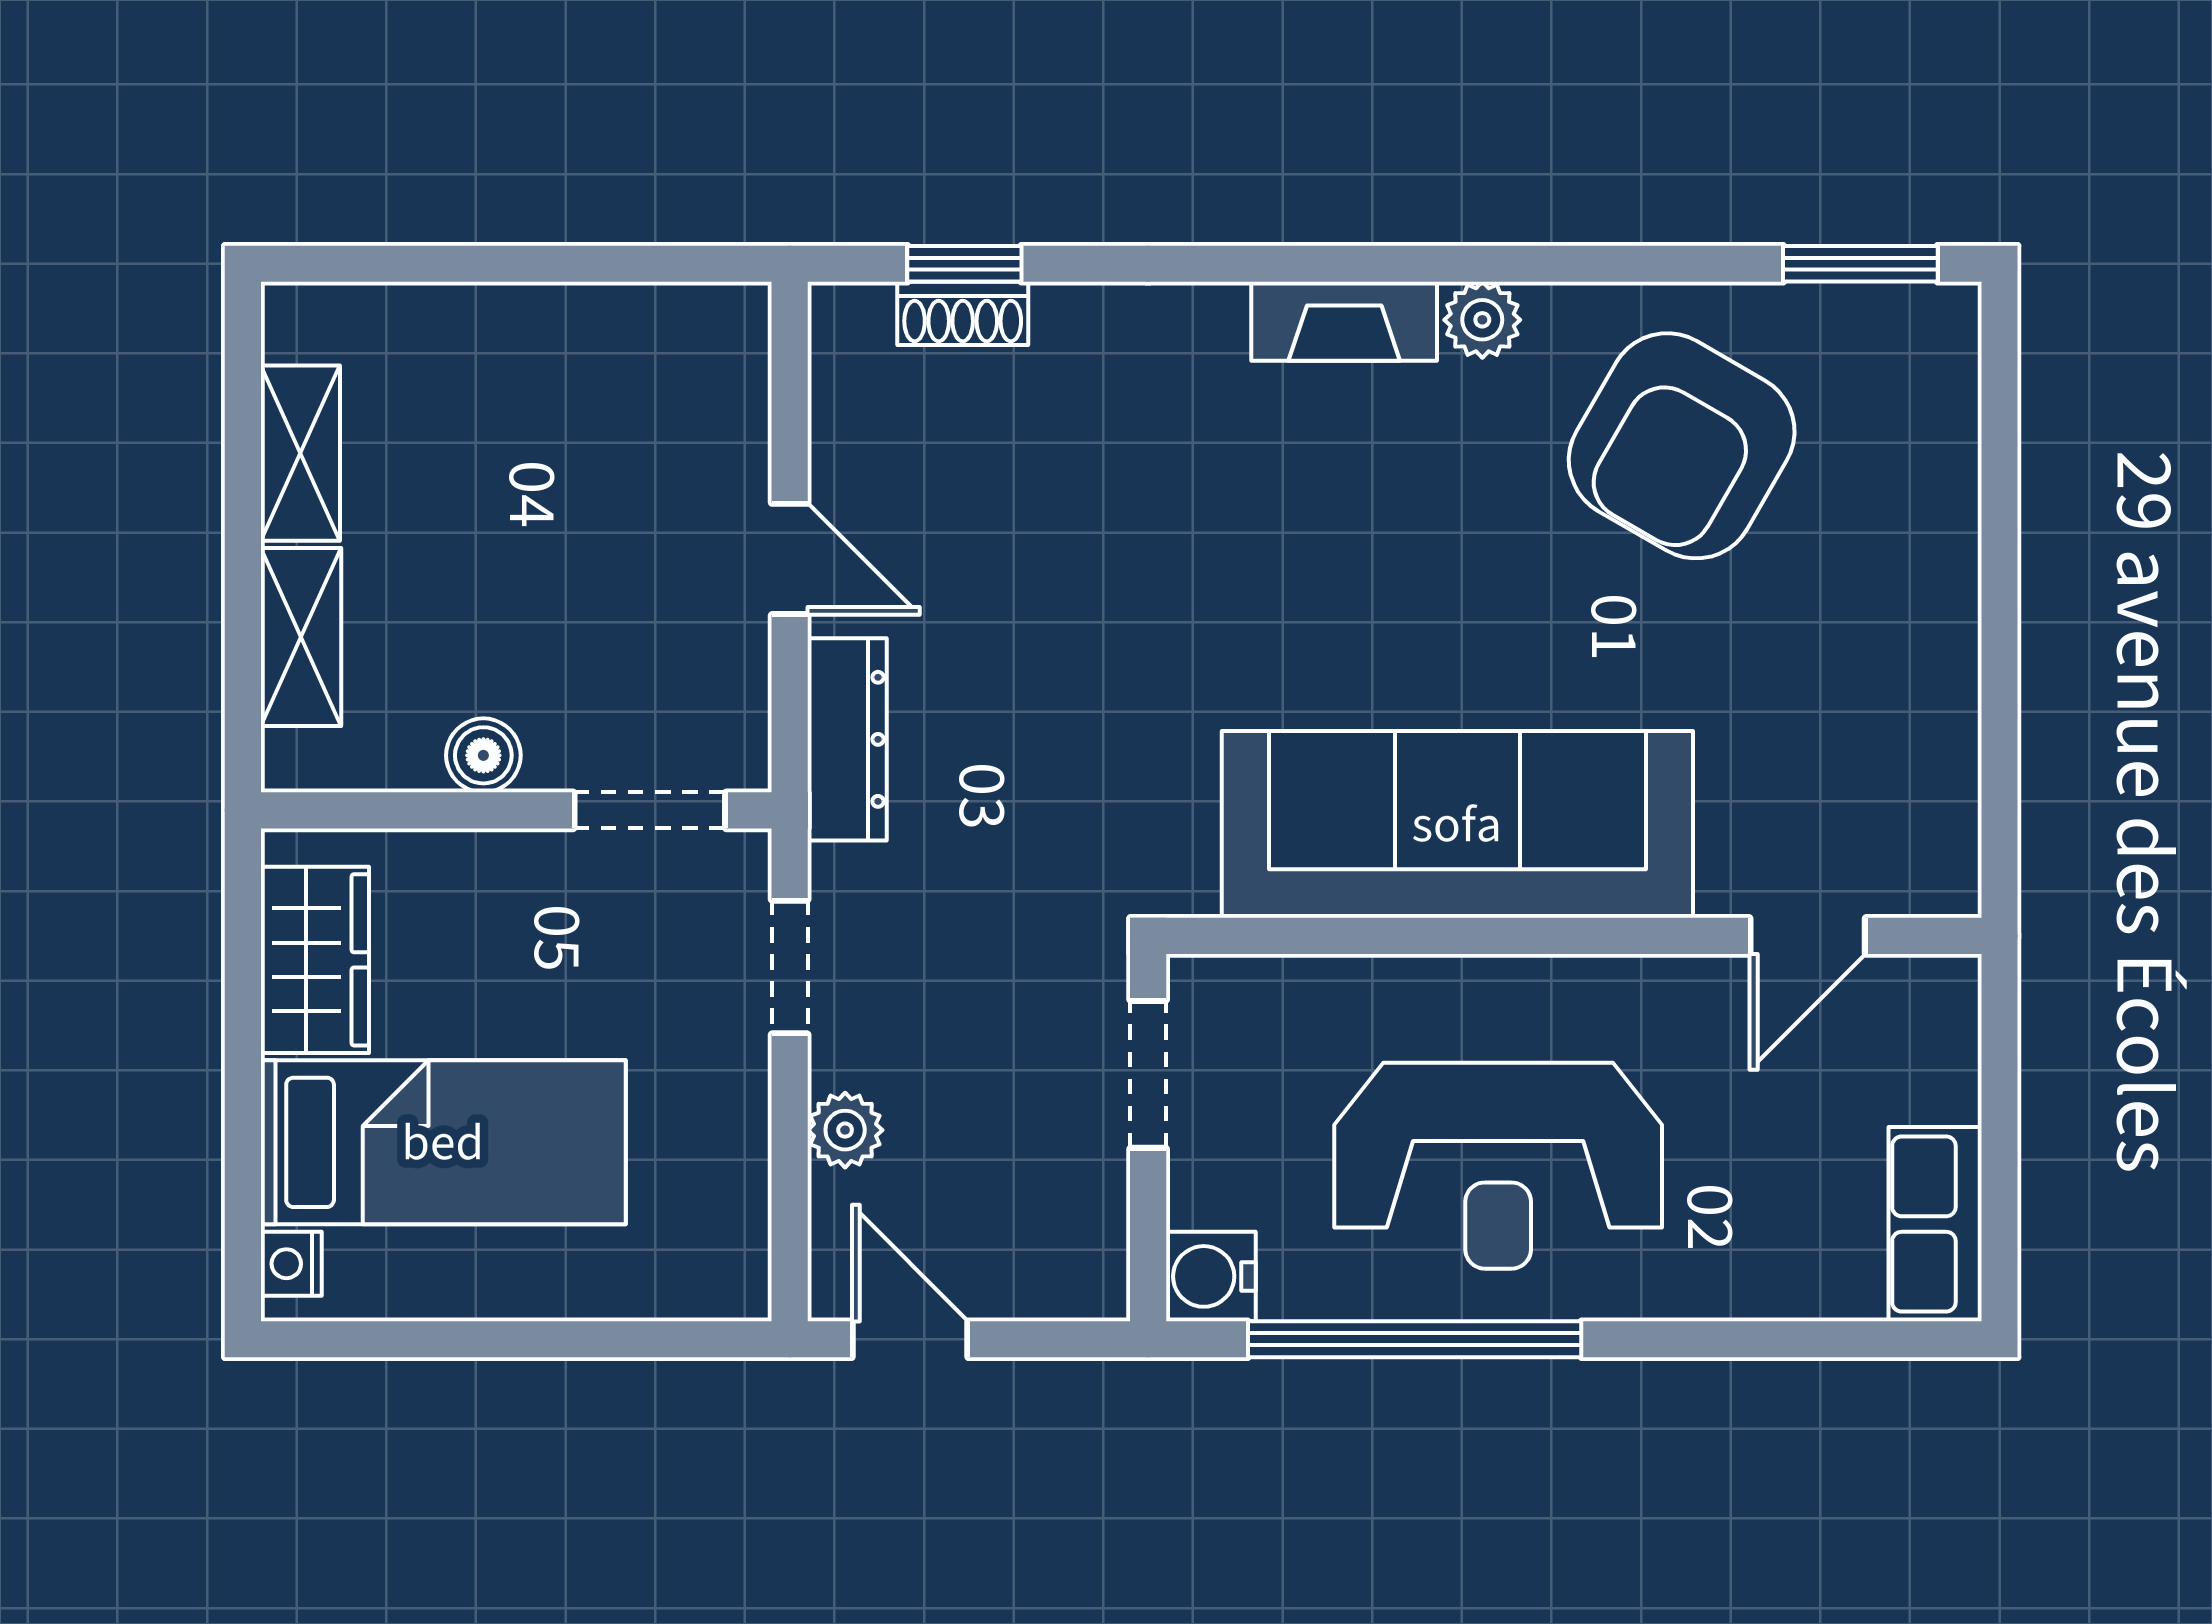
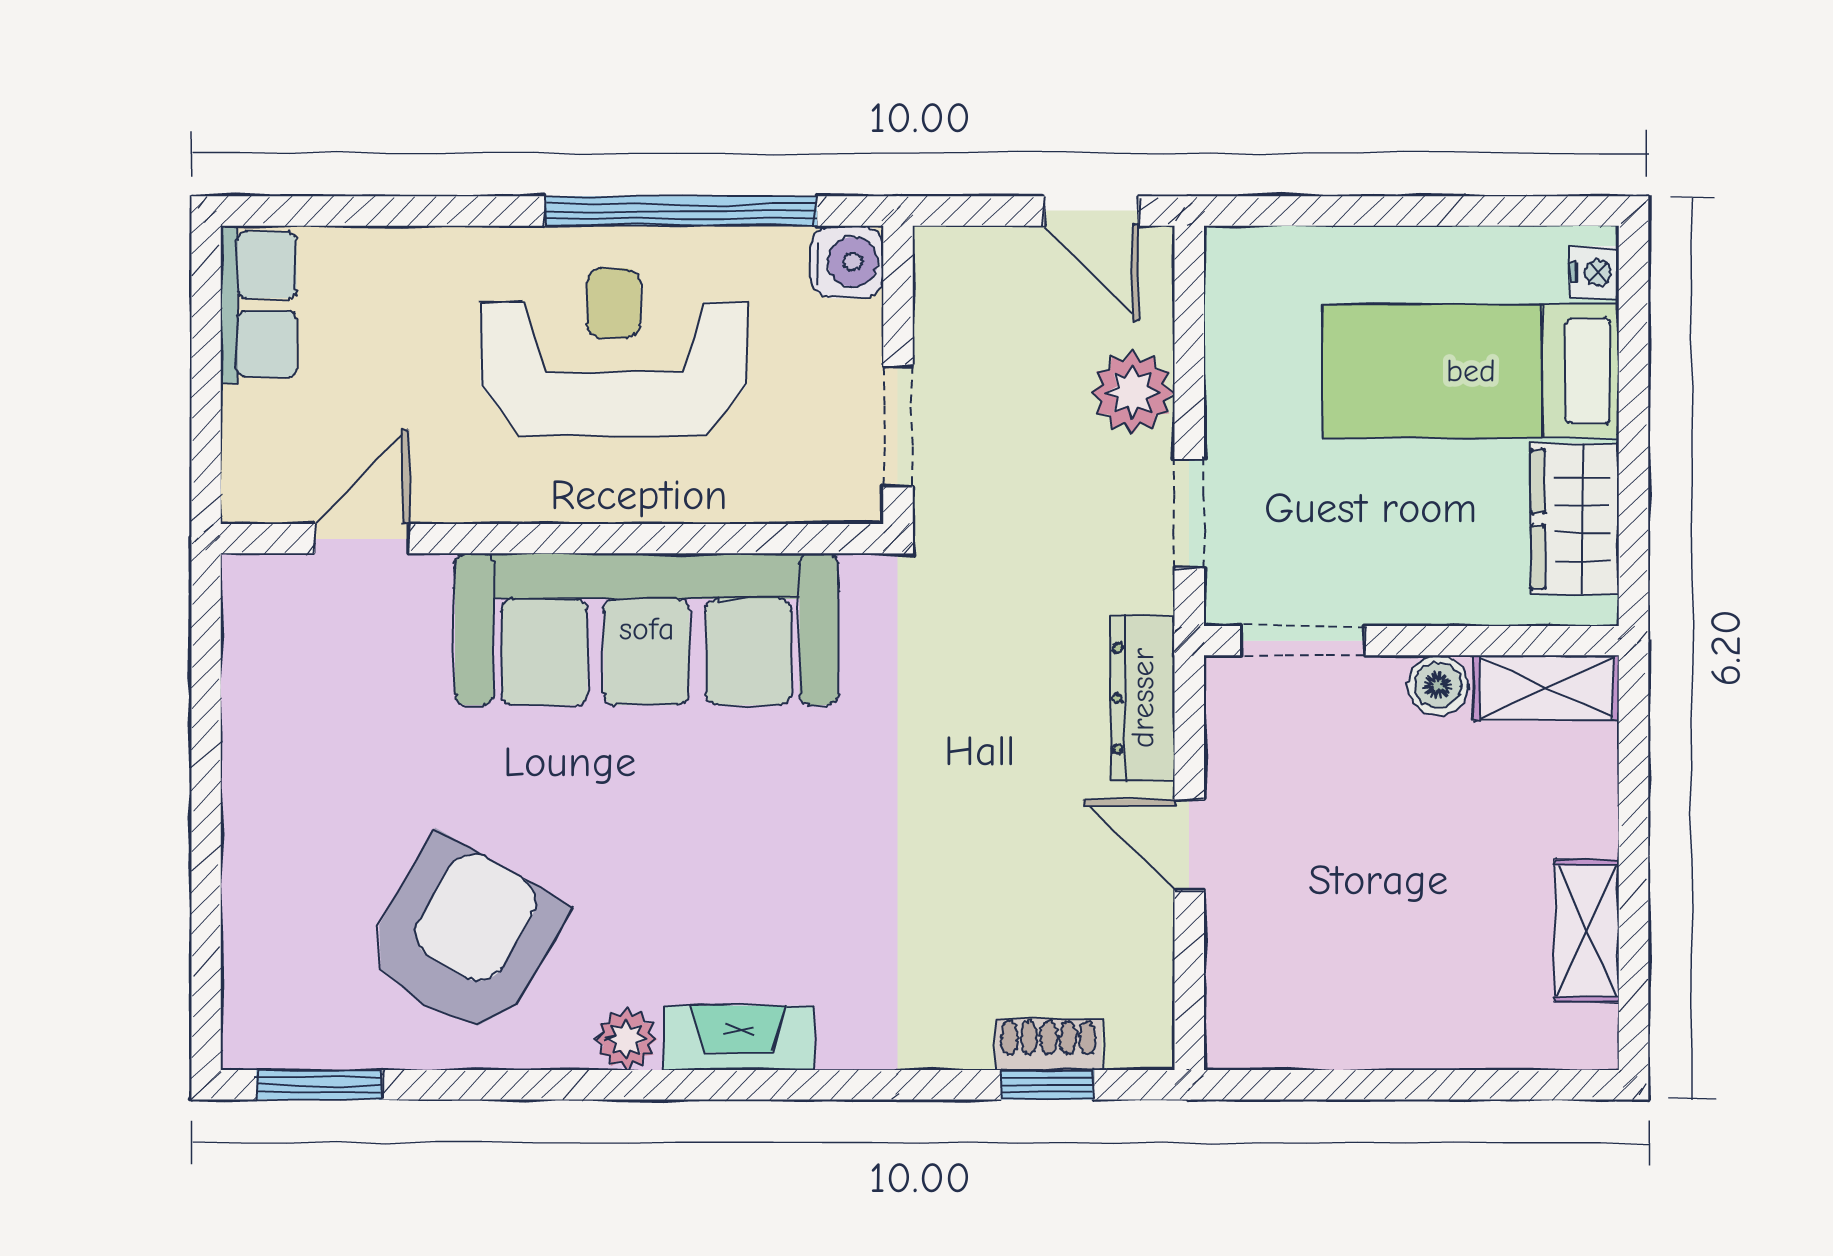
shelving: (301, 637) -> (1546, 688), moved, turned 90
plant: (845, 1130) -> (1133, 392), width x1.38, depth x1.38

